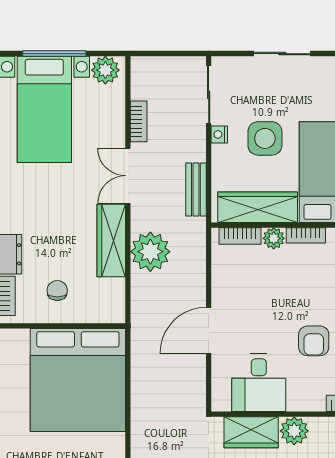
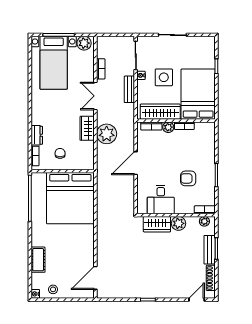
bench: (196, 189) -> (129, 89), moved
wardrobe: (111, 241) -> (87, 128), width x0.67
door: (209, 330) -> (136, 163), moved
armchair: (314, 341) -> (188, 178), turned 90

